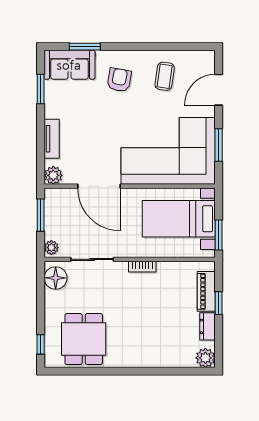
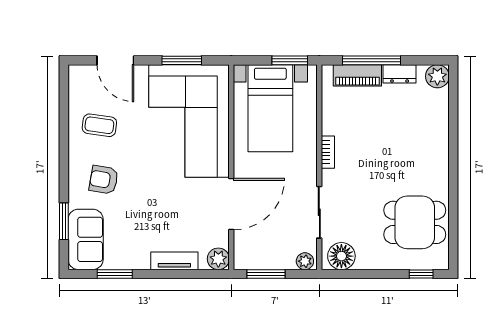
window: (219, 303) -> (372, 60), width x2.17

